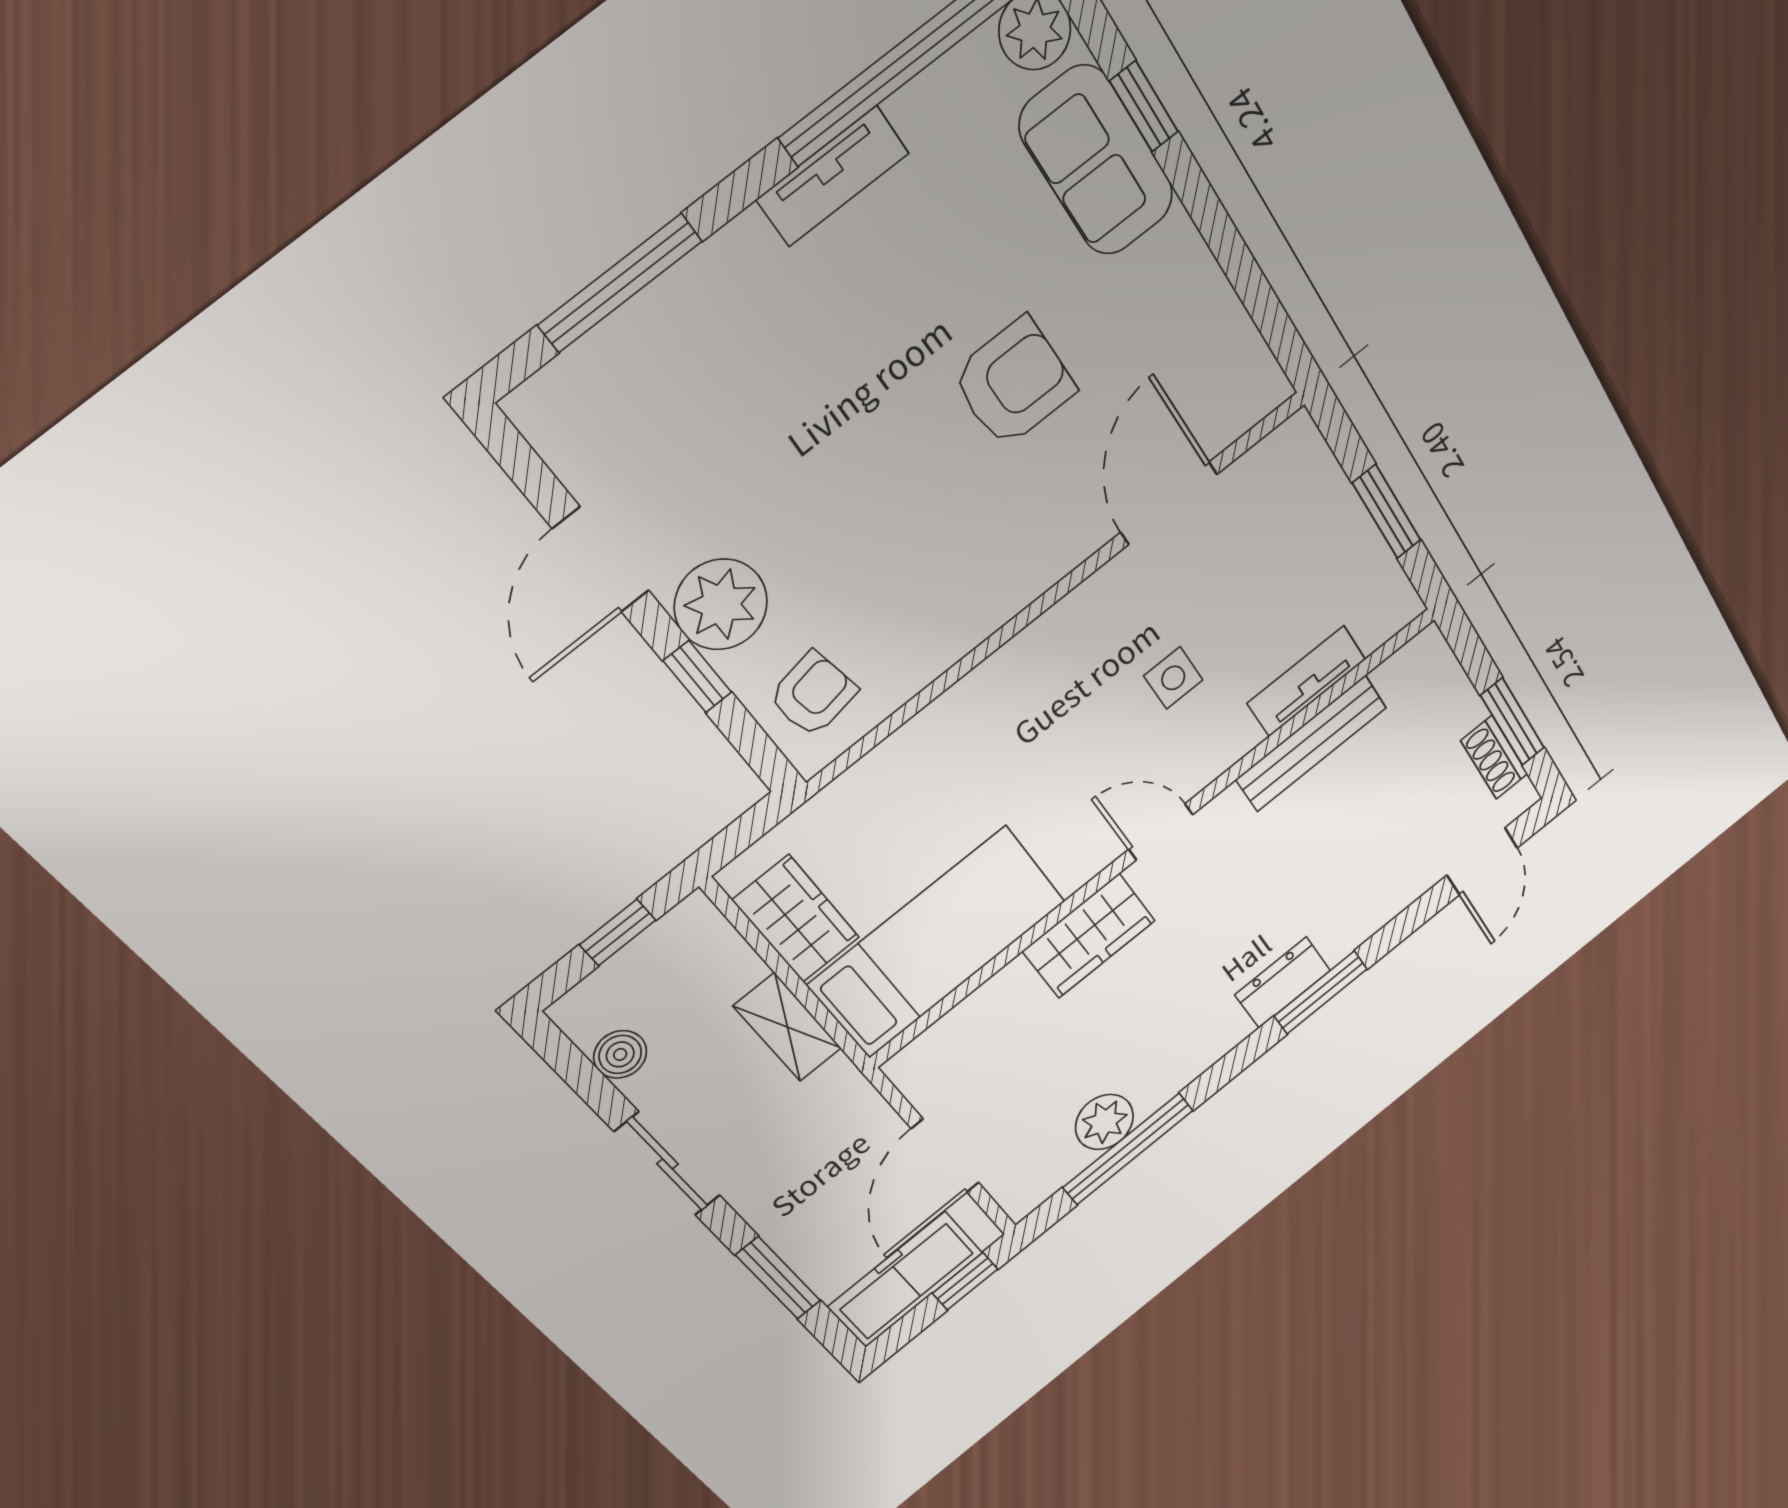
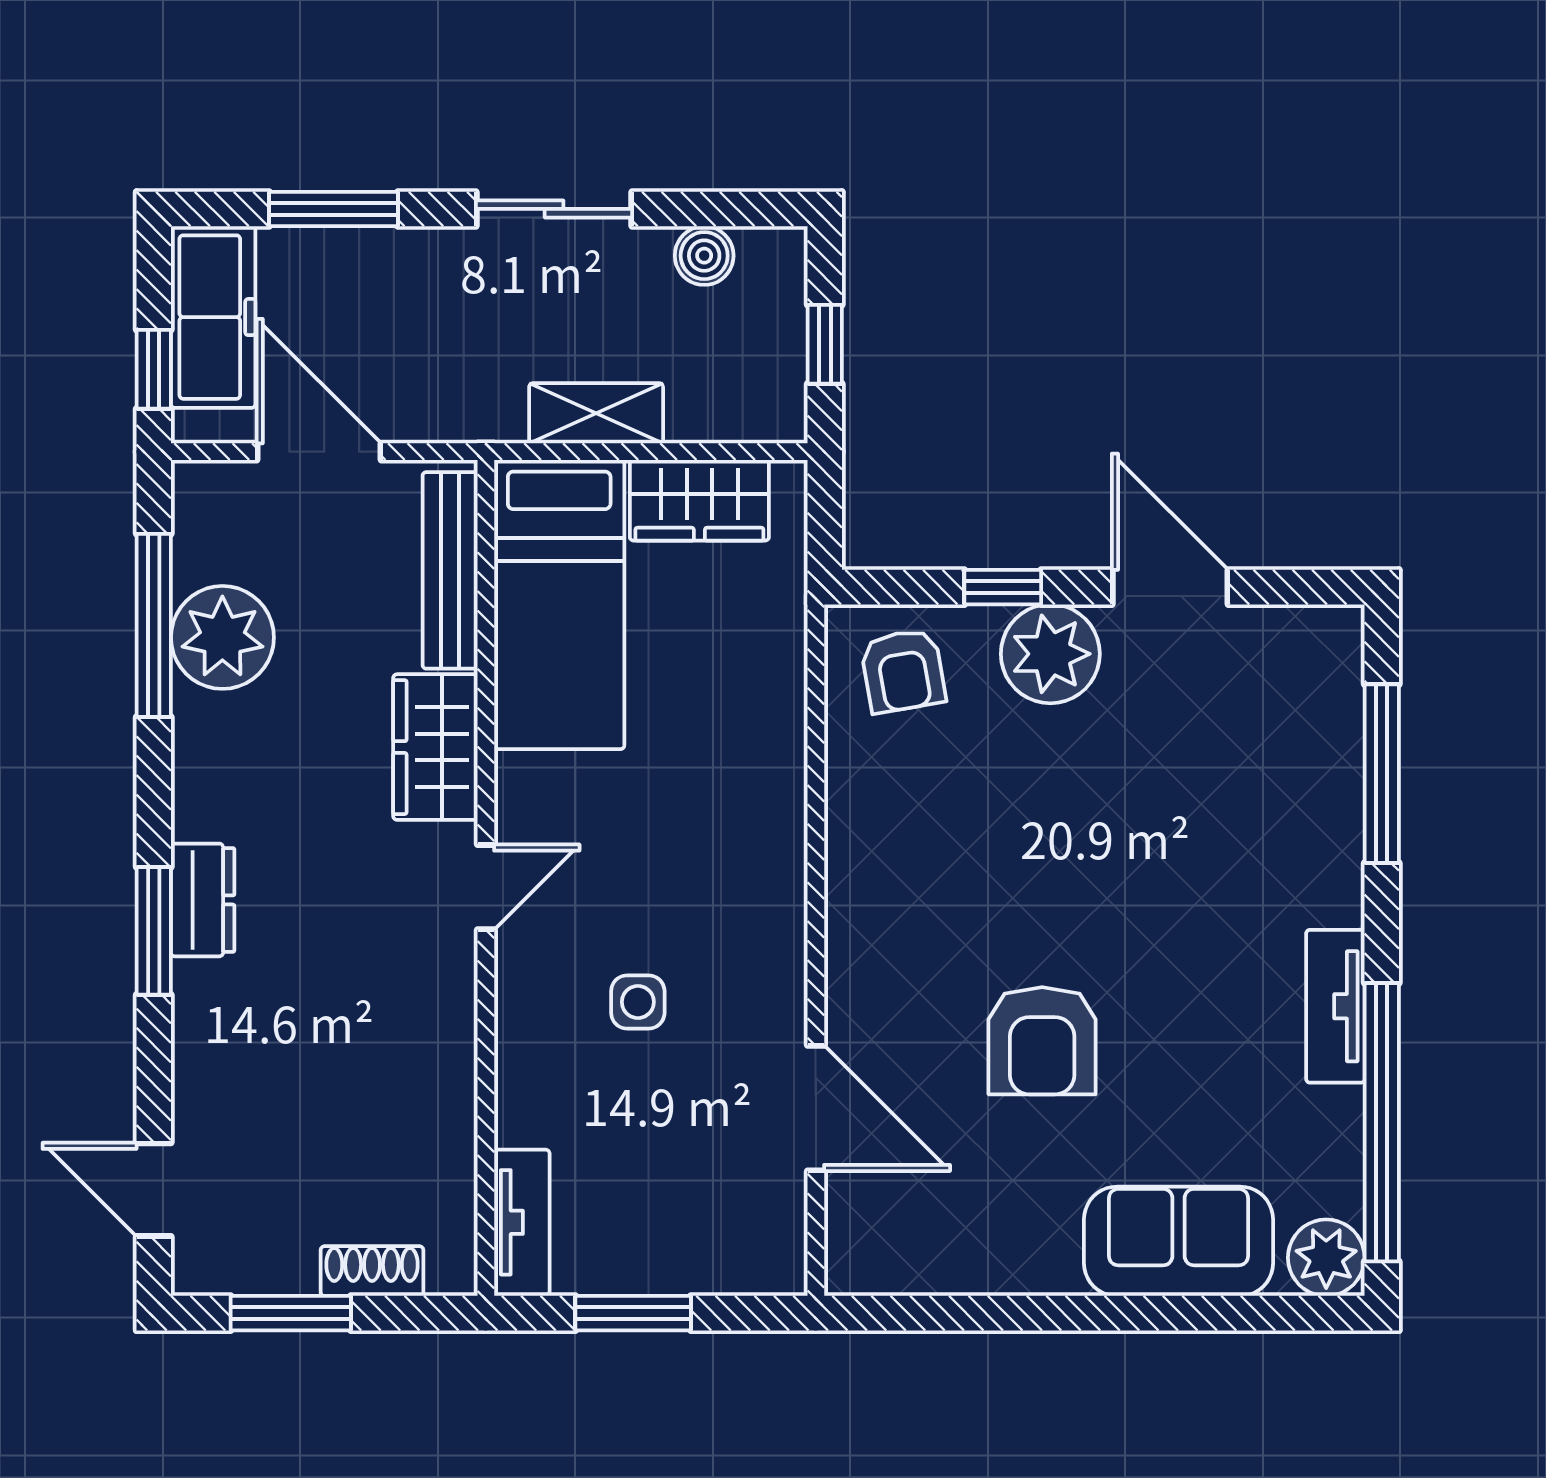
window: (1144, 106) -> (1193, 1313), removed
tv unit: (1306, 681) -> (522, 1222), moved
bench: (1311, 743) -> (450, 570), moved
shoe rack: (1494, 757) -> (372, 1271), moved
plant: (1104, 1122) -> (222, 637), width x1.36, depth x1.36

